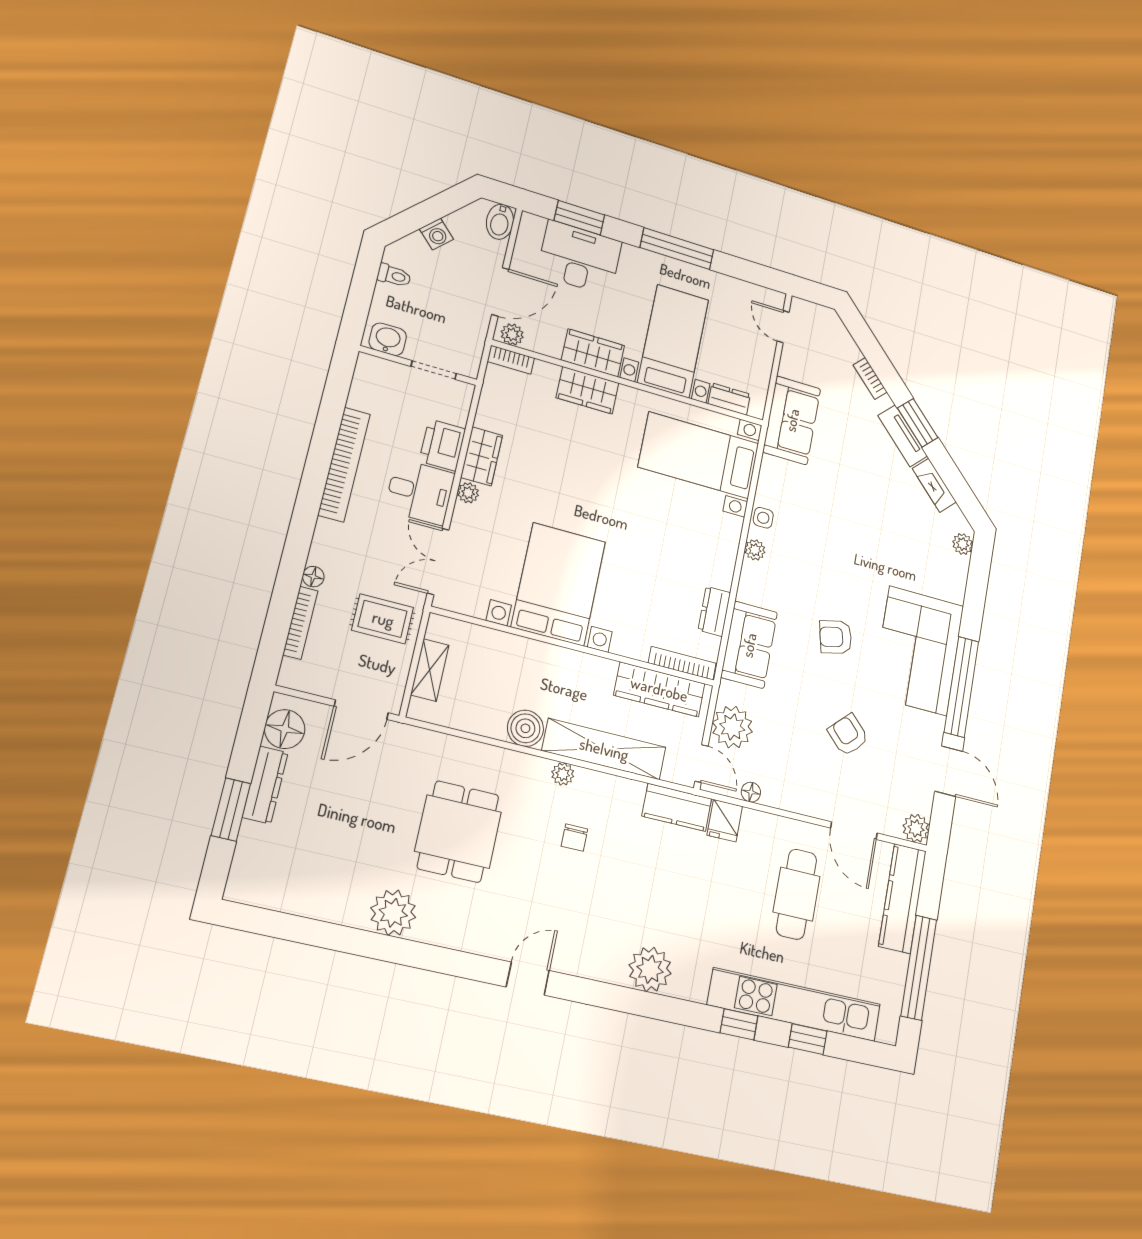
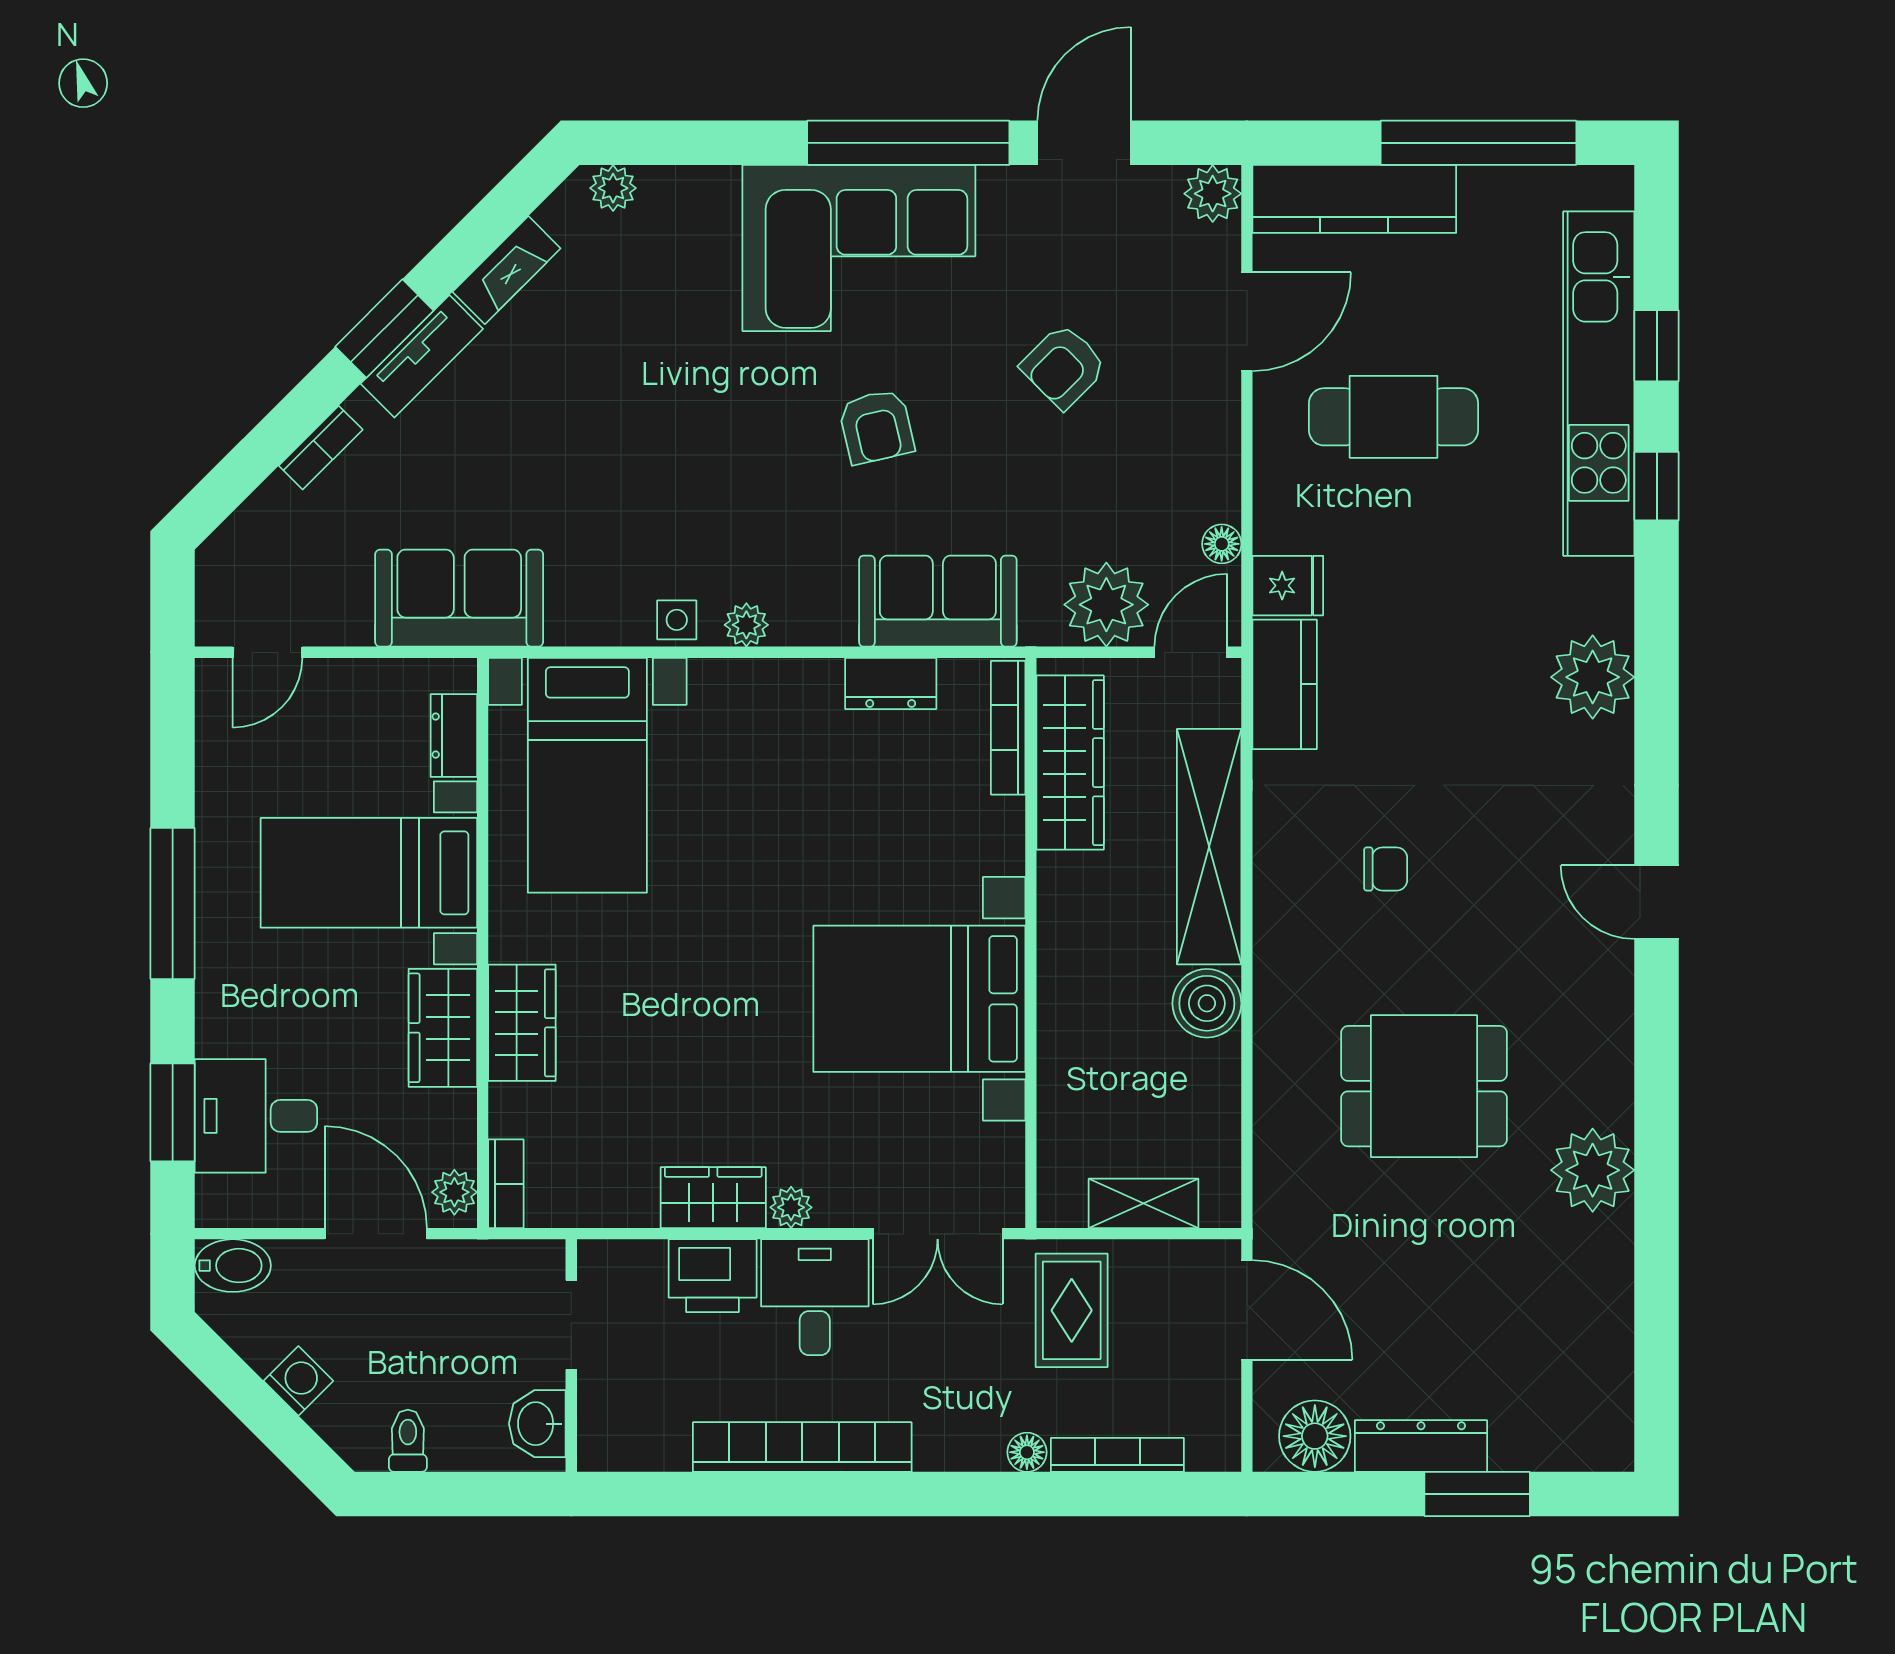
desk: (580, 258) -> (256, 1116), width x0.73
plant: (563, 774) -> (1274, 915), removed

